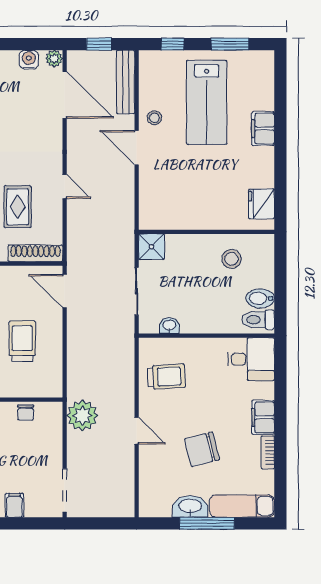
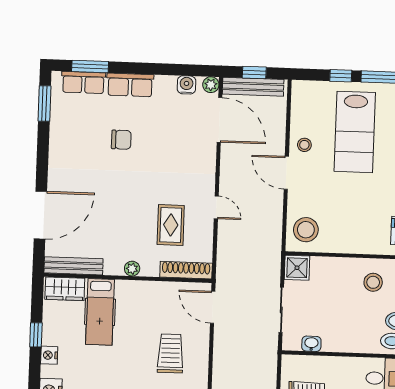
window: (173, 44) -> (341, 76), moved
bench: (126, 82) -> (253, 87), moved, turned 90
stool: (159, 206) -> (306, 230), added

